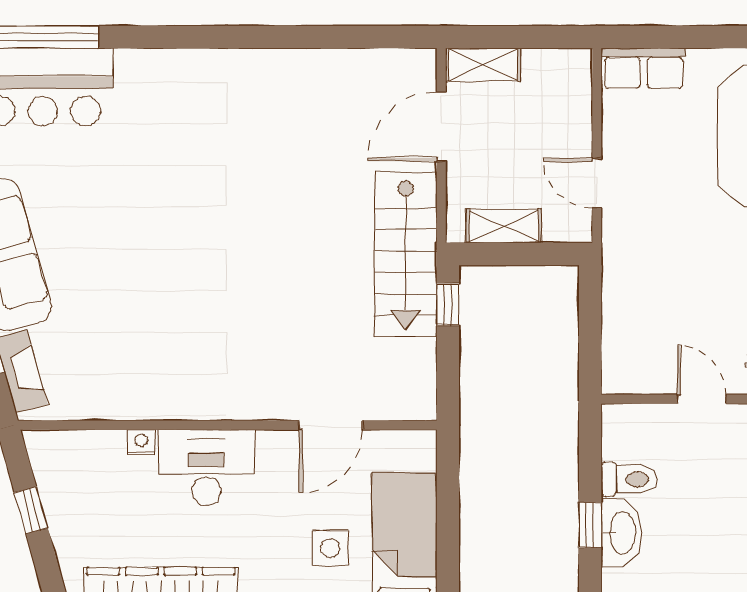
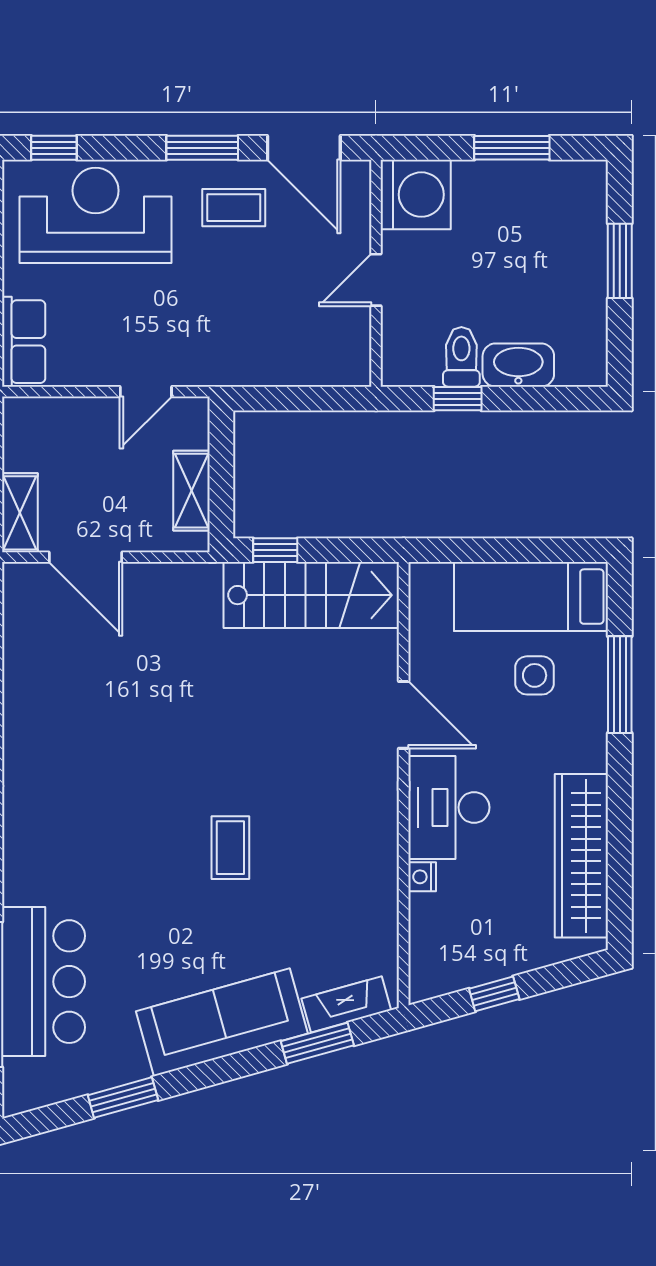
stairs: (406, 254) -> (311, 595), moved
coffee table: (168, 262) -> (230, 848), added
door: (331, 425) -> (404, 715), moved
window: (590, 525) -> (458, 399), moved

